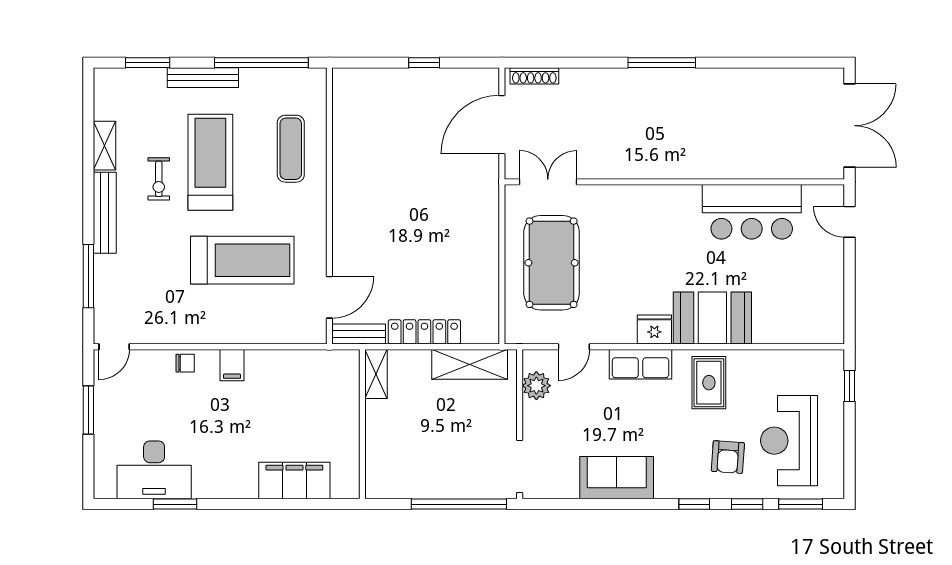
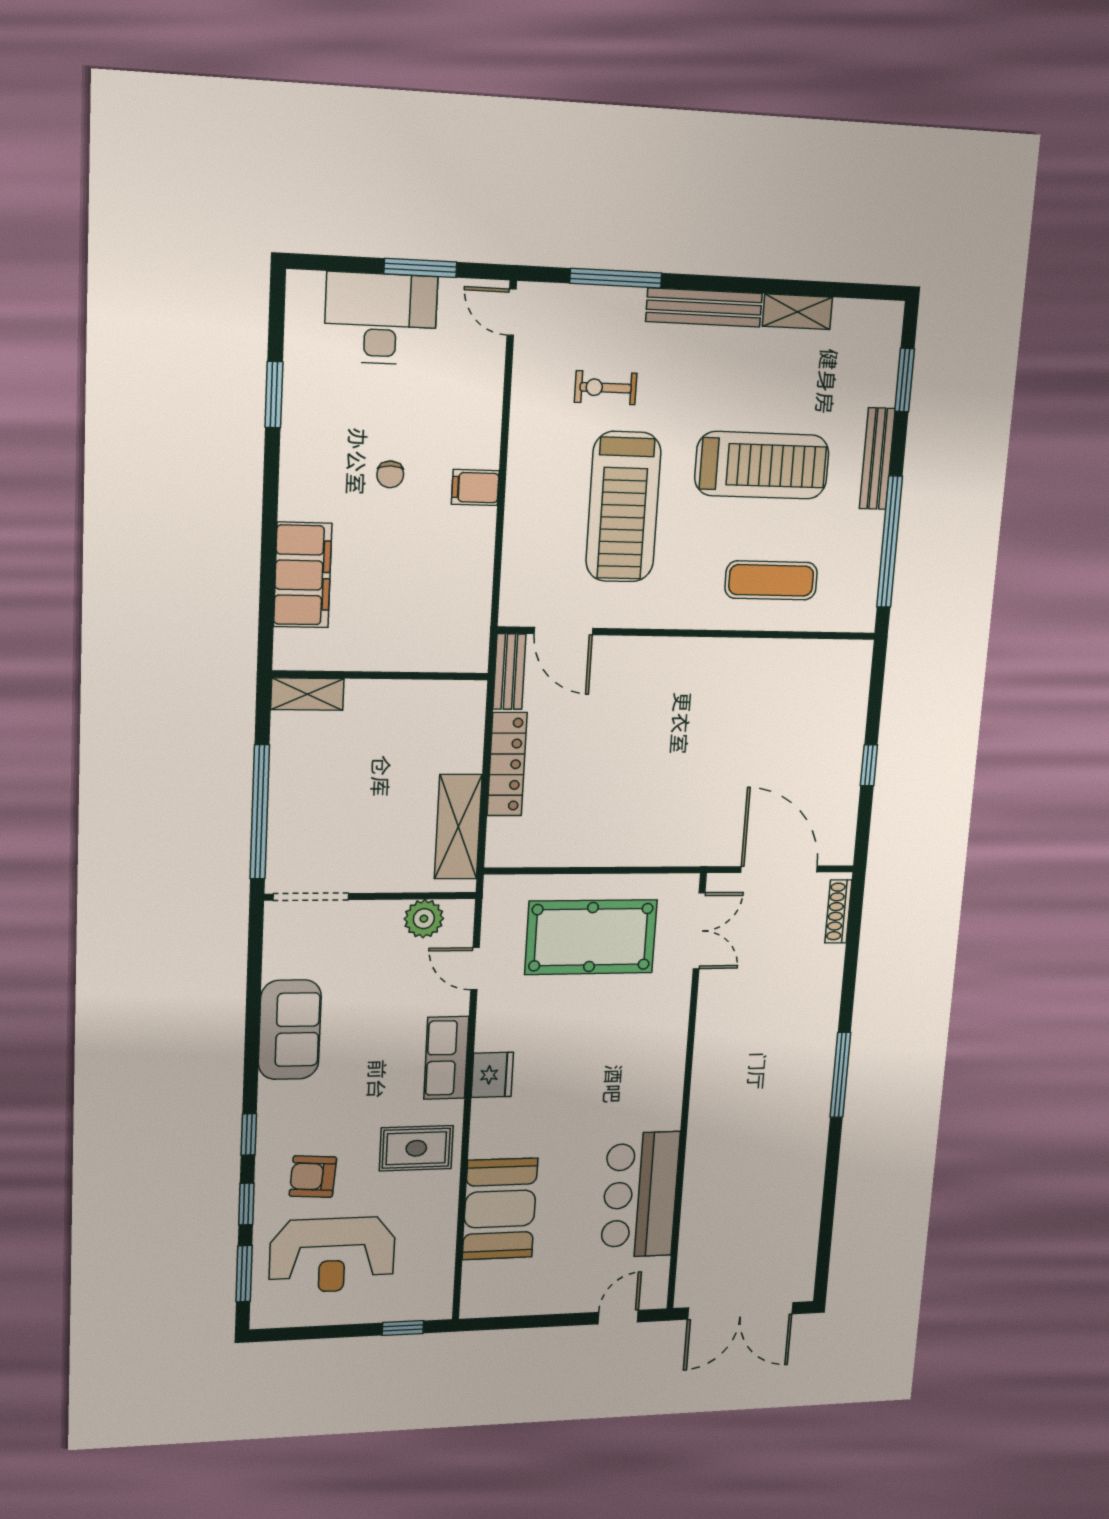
exercise bike: (159, 179) -> (606, 388), moved
booth: (712, 318) -> (500, 1209), moved
chair: (185, 363) -> (390, 474), moved
shelving: (376, 374) -> (307, 694), moved
reception desk: (789, 441) -> (332, 1255), turned 180
desk: (154, 470) -> (381, 319), moved, turned 90

